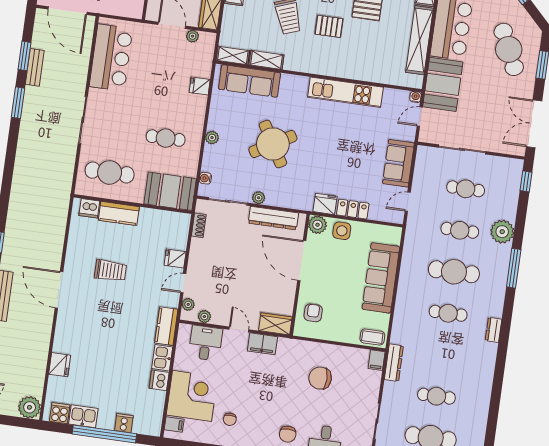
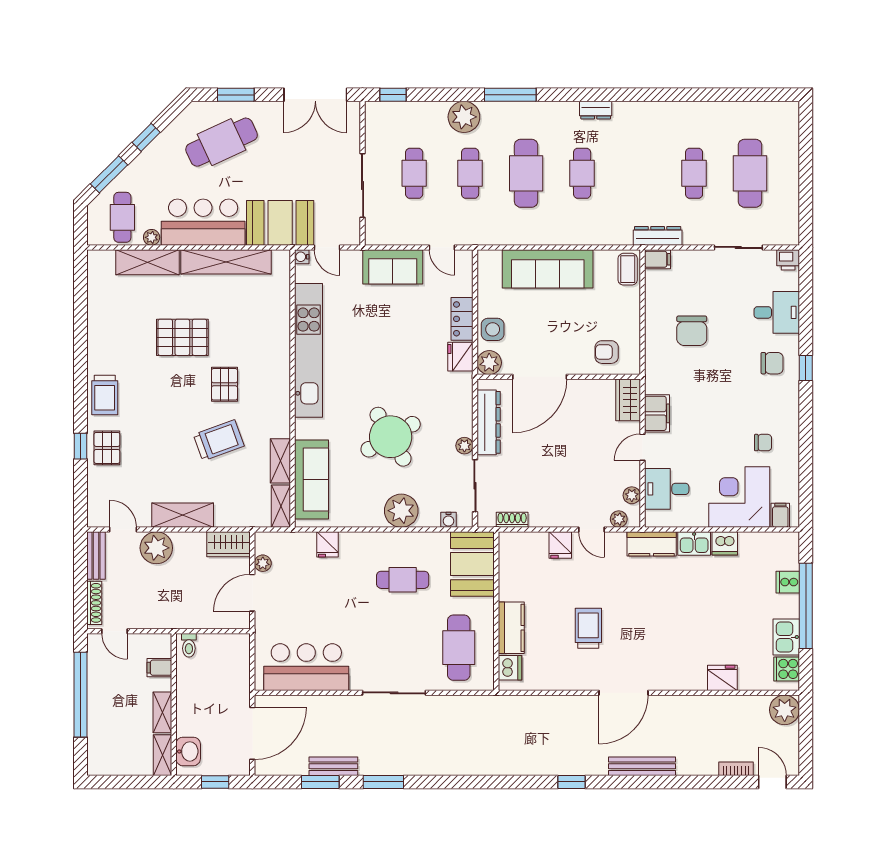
kitchen unit: (345, 92) -> (309, 350), width x1.36
cafe table: (166, 138) -> (403, 580), turned 90
plant: (212, 138) -> (401, 511), width x1.87, depth x1.87

